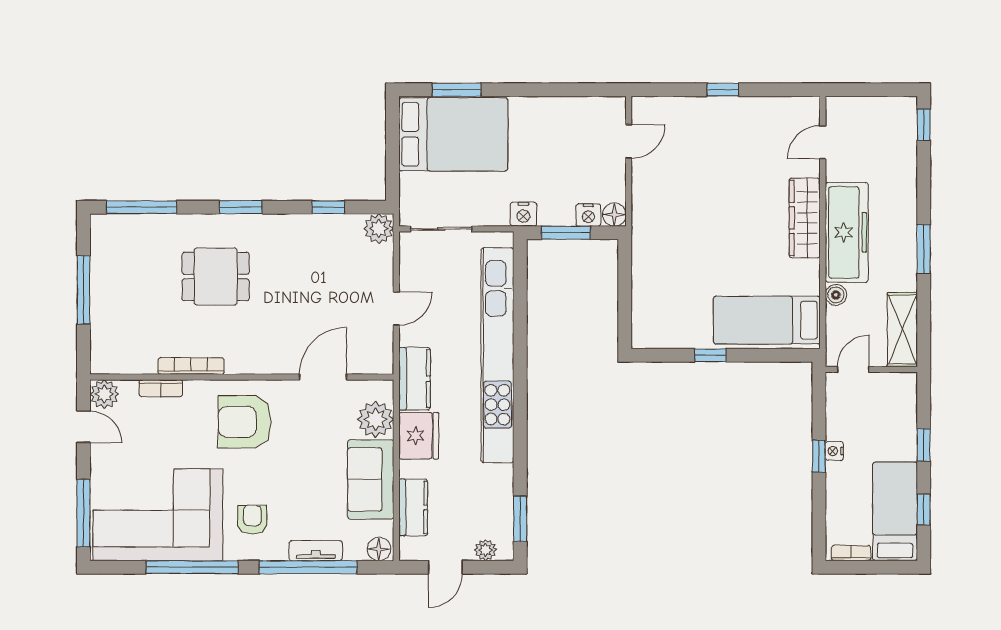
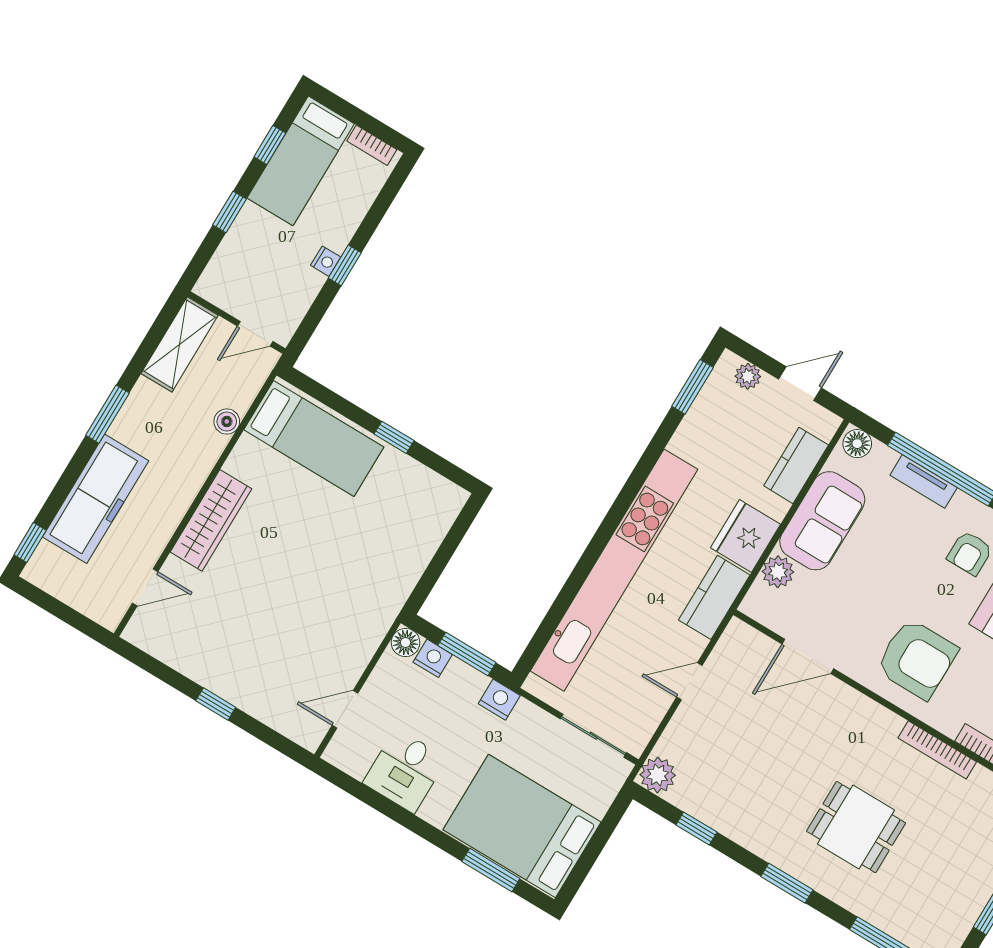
desk: (560, 123) -> (405, 771), added
freezer: (847, 232) -> (96, 499), moved, turned 180
plant: (376, 419) -> (778, 572), width x0.73, depth x0.73

